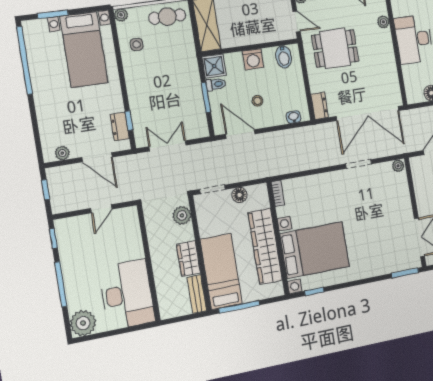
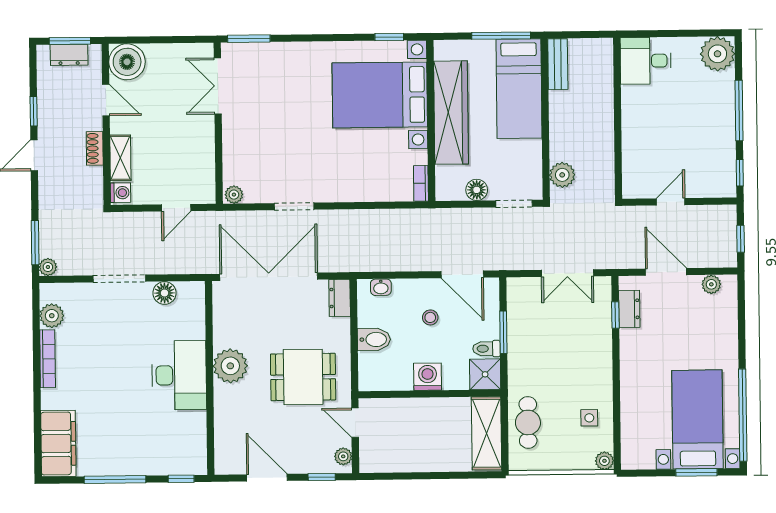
cafe table: (167, 17) -> (528, 422), moved, turned 90
plant: (383, 22) -> (230, 366), moved, width x1.88, depth x1.88
bed with nightstands: (84, 49) -> (697, 419), moved
bidet: (284, 57) -> (374, 339), moved, turned 90
wardrobe: (189, 259) -> (562, 114), removed
desk: (127, 294) -> (646, 61), width x0.53, depth x0.77

